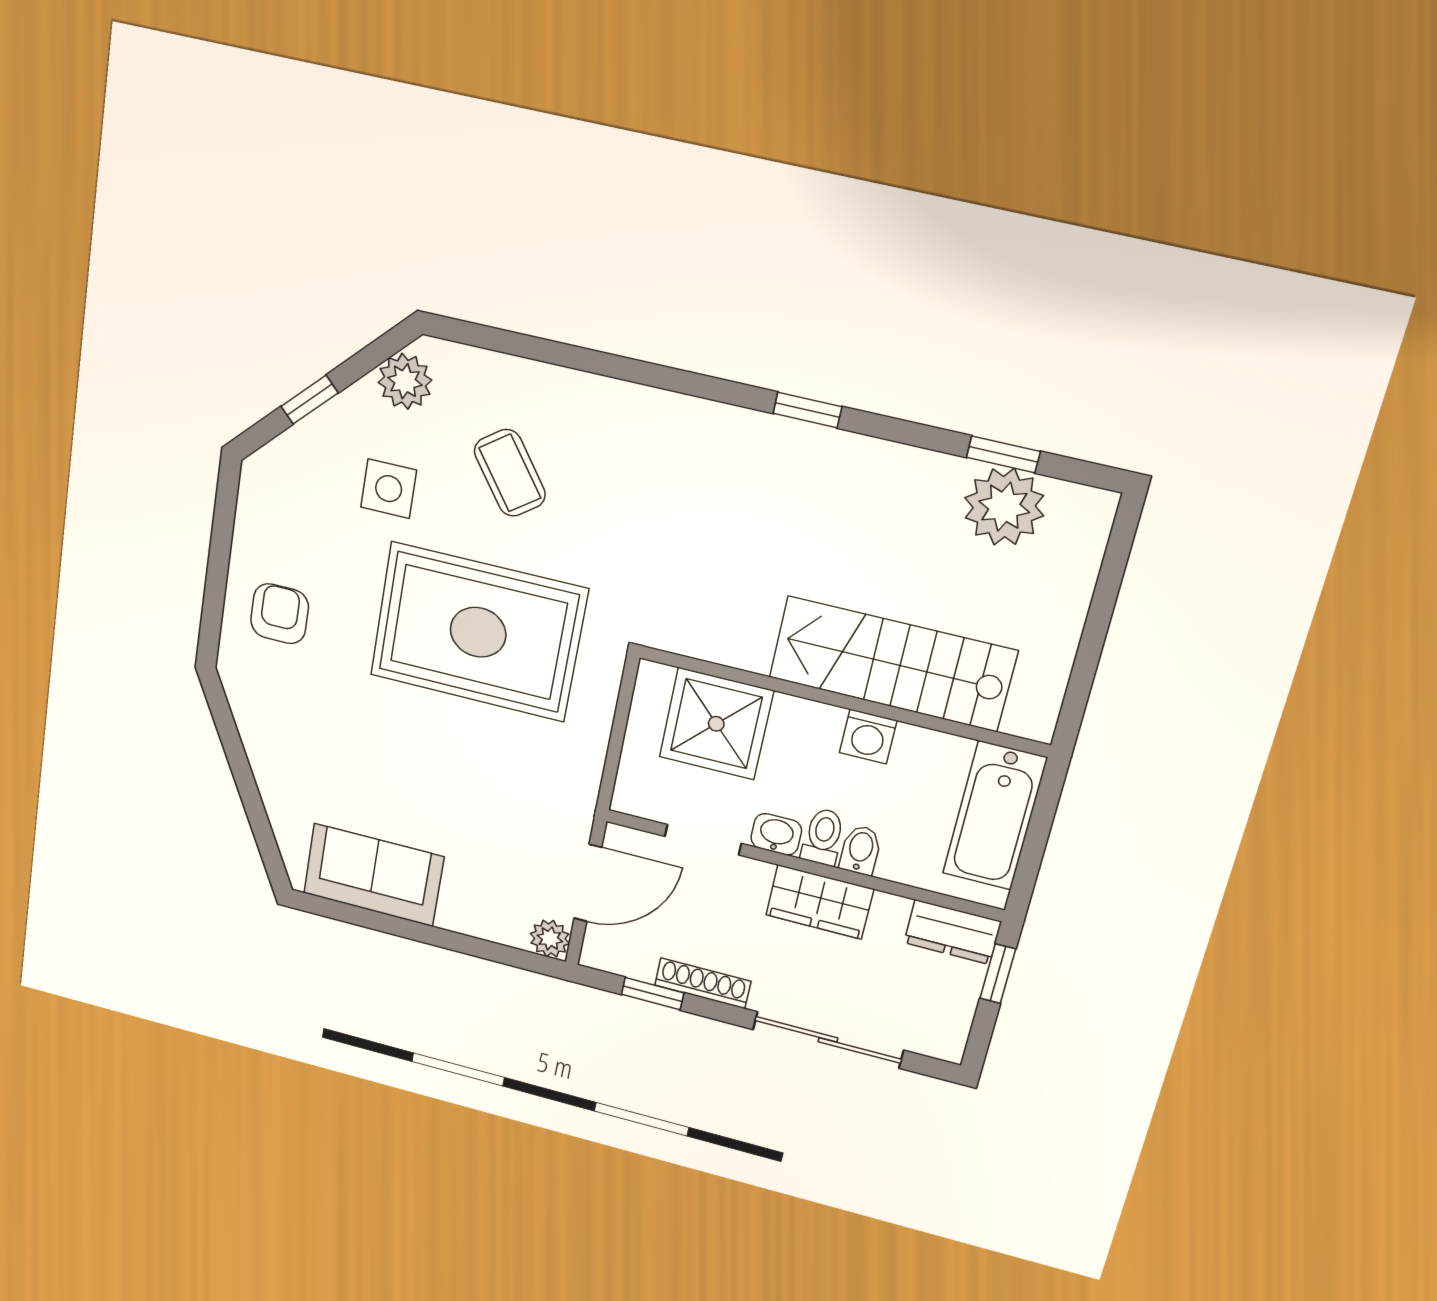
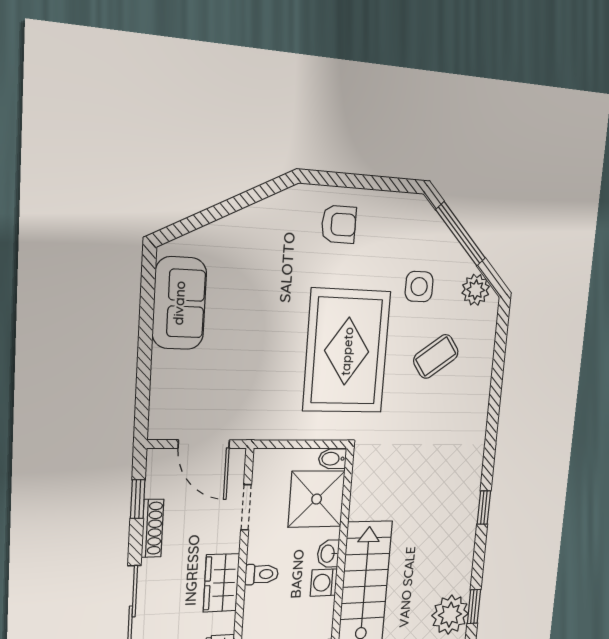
window: (310, 400) -> (461, 234), width x2.17
washbasin: (776, 834) -> (328, 554), moved, turned 180
bidet: (860, 850) -> (332, 459), moved, turned 180
plant: (550, 939) -> (161, 427), removed

